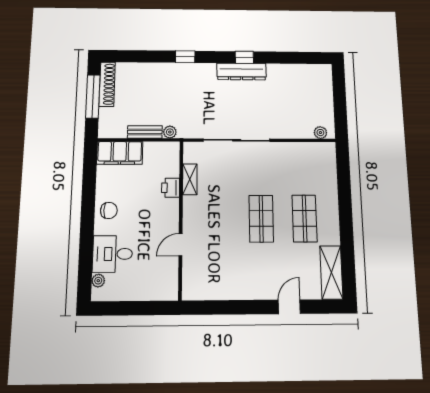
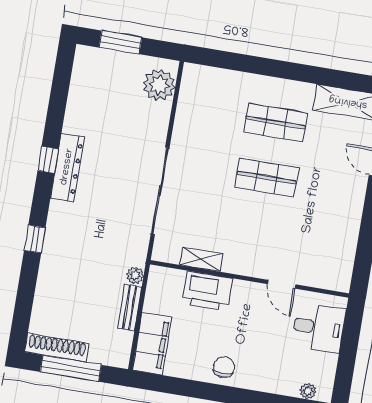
window: (339, 95) -> (120, 42), added
plant: (320, 133) -> (159, 85), width x1.88, depth x1.88
printer: (171, 188) -> (207, 291), width x1.87, depth x1.48
desk: (112, 254) -> (319, 328), moved, turned -90

